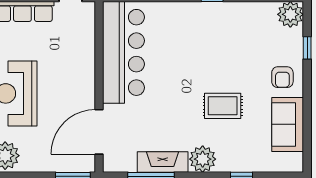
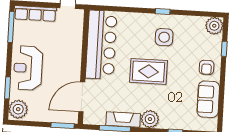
side table: (217, 36) -> (164, 37), added
rug: (223, 106) -> (148, 71), moved, width x1.36, depth x1.43

